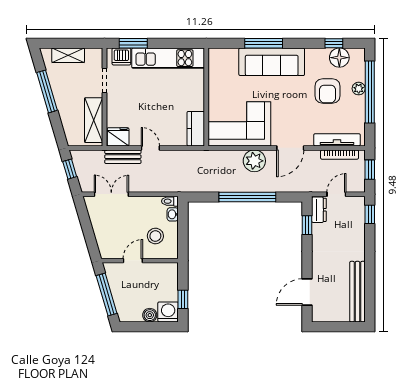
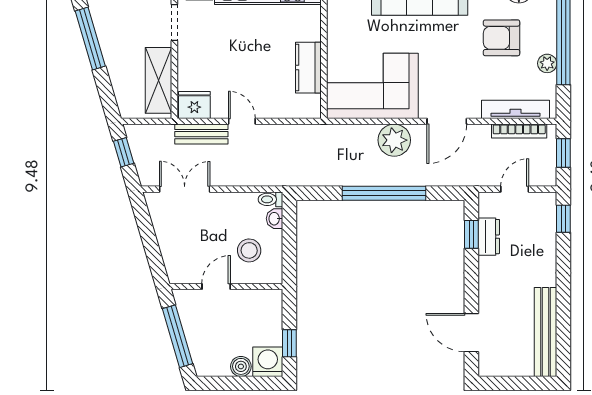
plant: (359, 89) -> (547, 63), moved
armchair: (328, 91) -> (502, 38), turned 90
kitchen counter: (196, 129) -> (308, 68), moved
dresser: (319, 210) -> (489, 237), moved
door: (307, 292) -> (471, 333), hinge flipped

